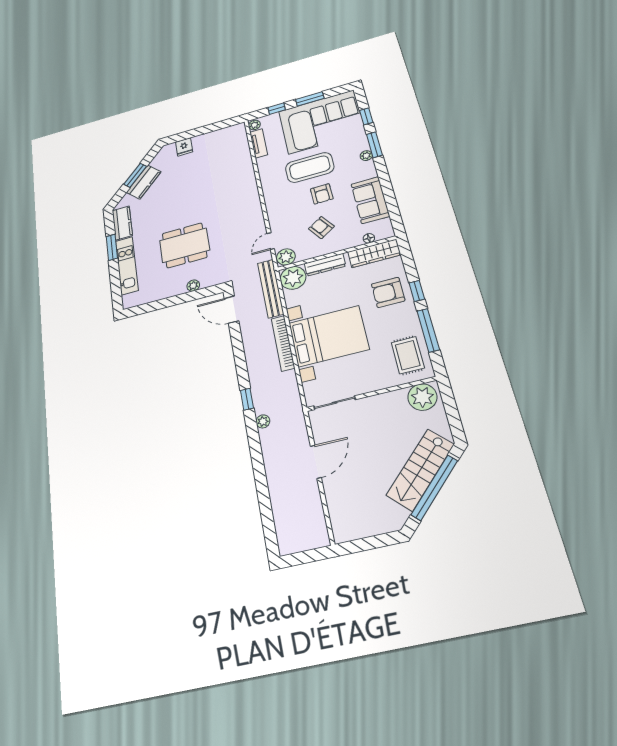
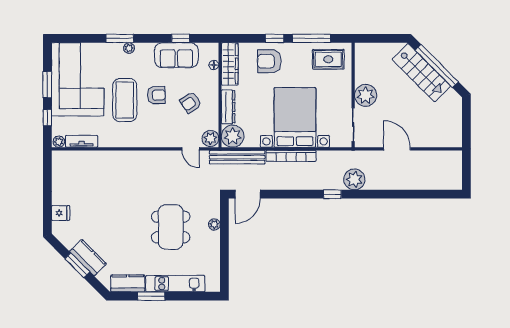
window: (366, 116) -> (181, 38), moved
armchair: (388, 292) -> (269, 61), turned 90
plant: (422, 397) -> (366, 95), moved
plant: (263, 421) -> (354, 179), width x1.88, depth x1.88

